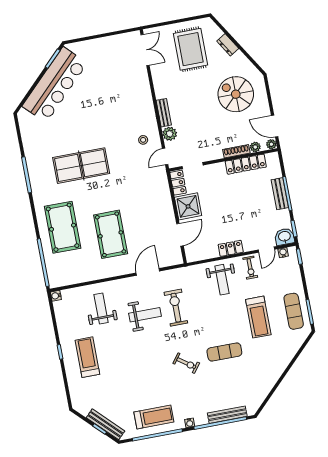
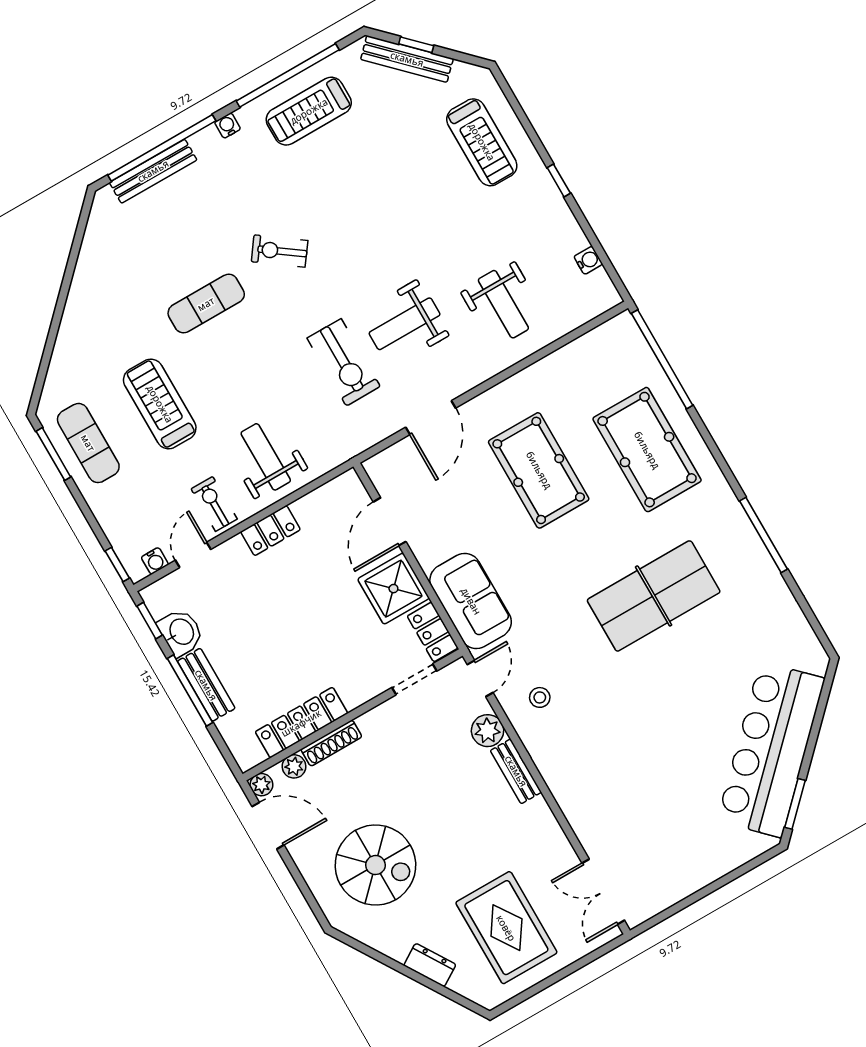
sofa: (158, 190) -> (471, 601), added
washbasin: (285, 237) -> (181, 632), moved, turned -90
water cooler: (56, 296) -> (588, 260), moved
treadmill: (87, 357) -> (482, 142), moved

